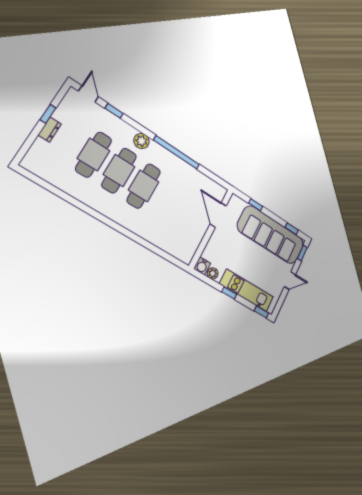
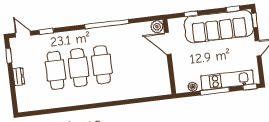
window: (48, 114) -> (9, 56), moved
plant: (141, 141) -> (157, 27), moved
water cooler: (202, 266) -> (181, 87), removed
window: (229, 293) -> (215, 91), width x2.17

